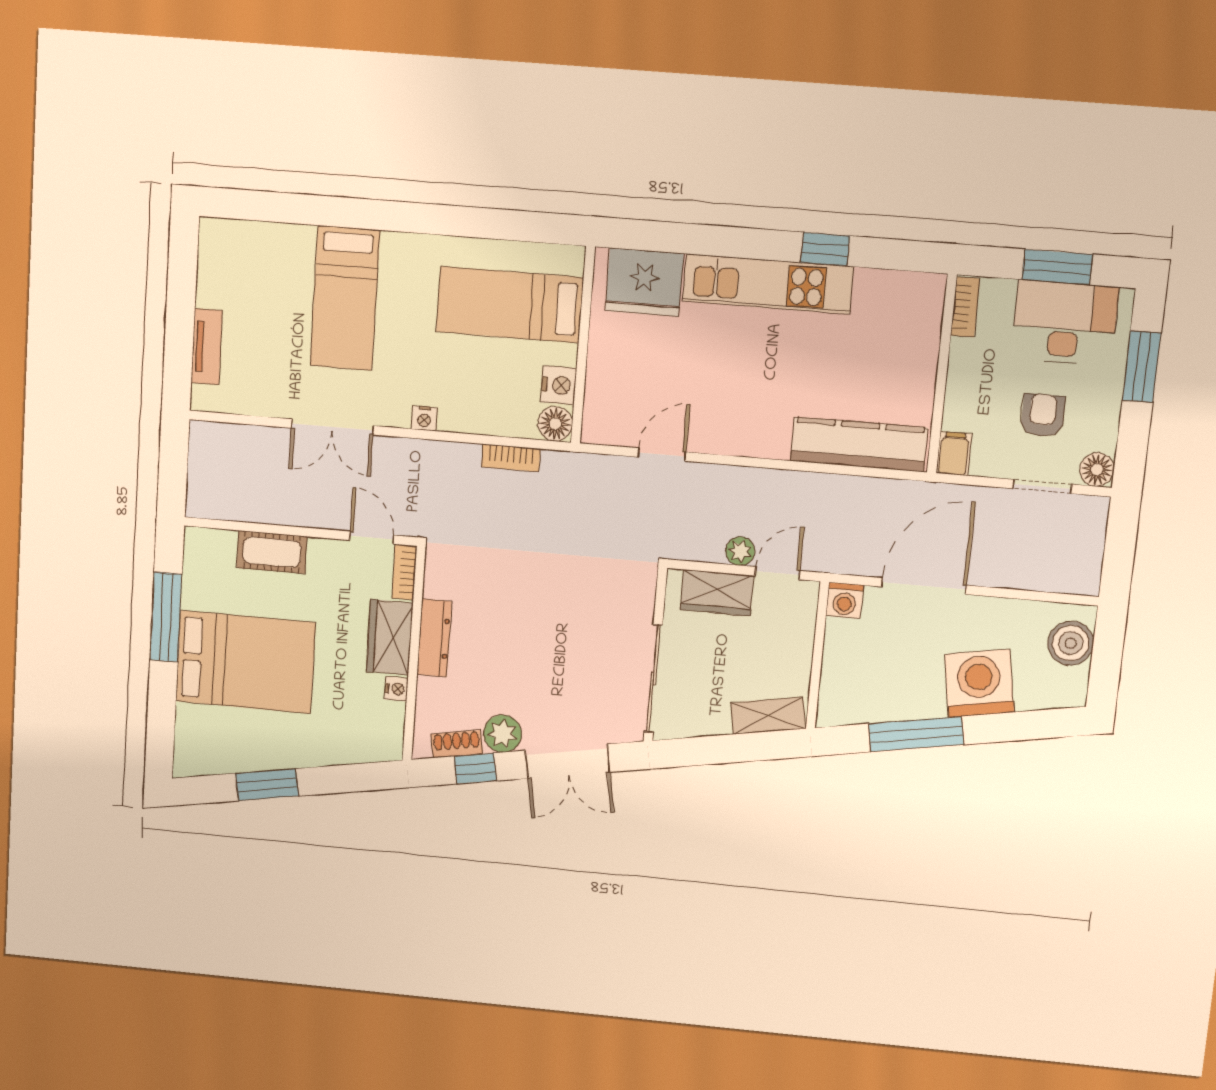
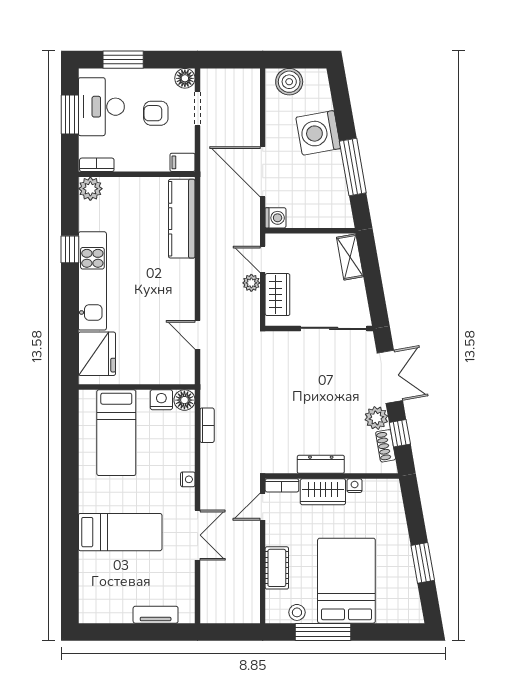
plant: (925, 293) -> (90, 189), added
stool: (199, 578) -> (297, 612), added

